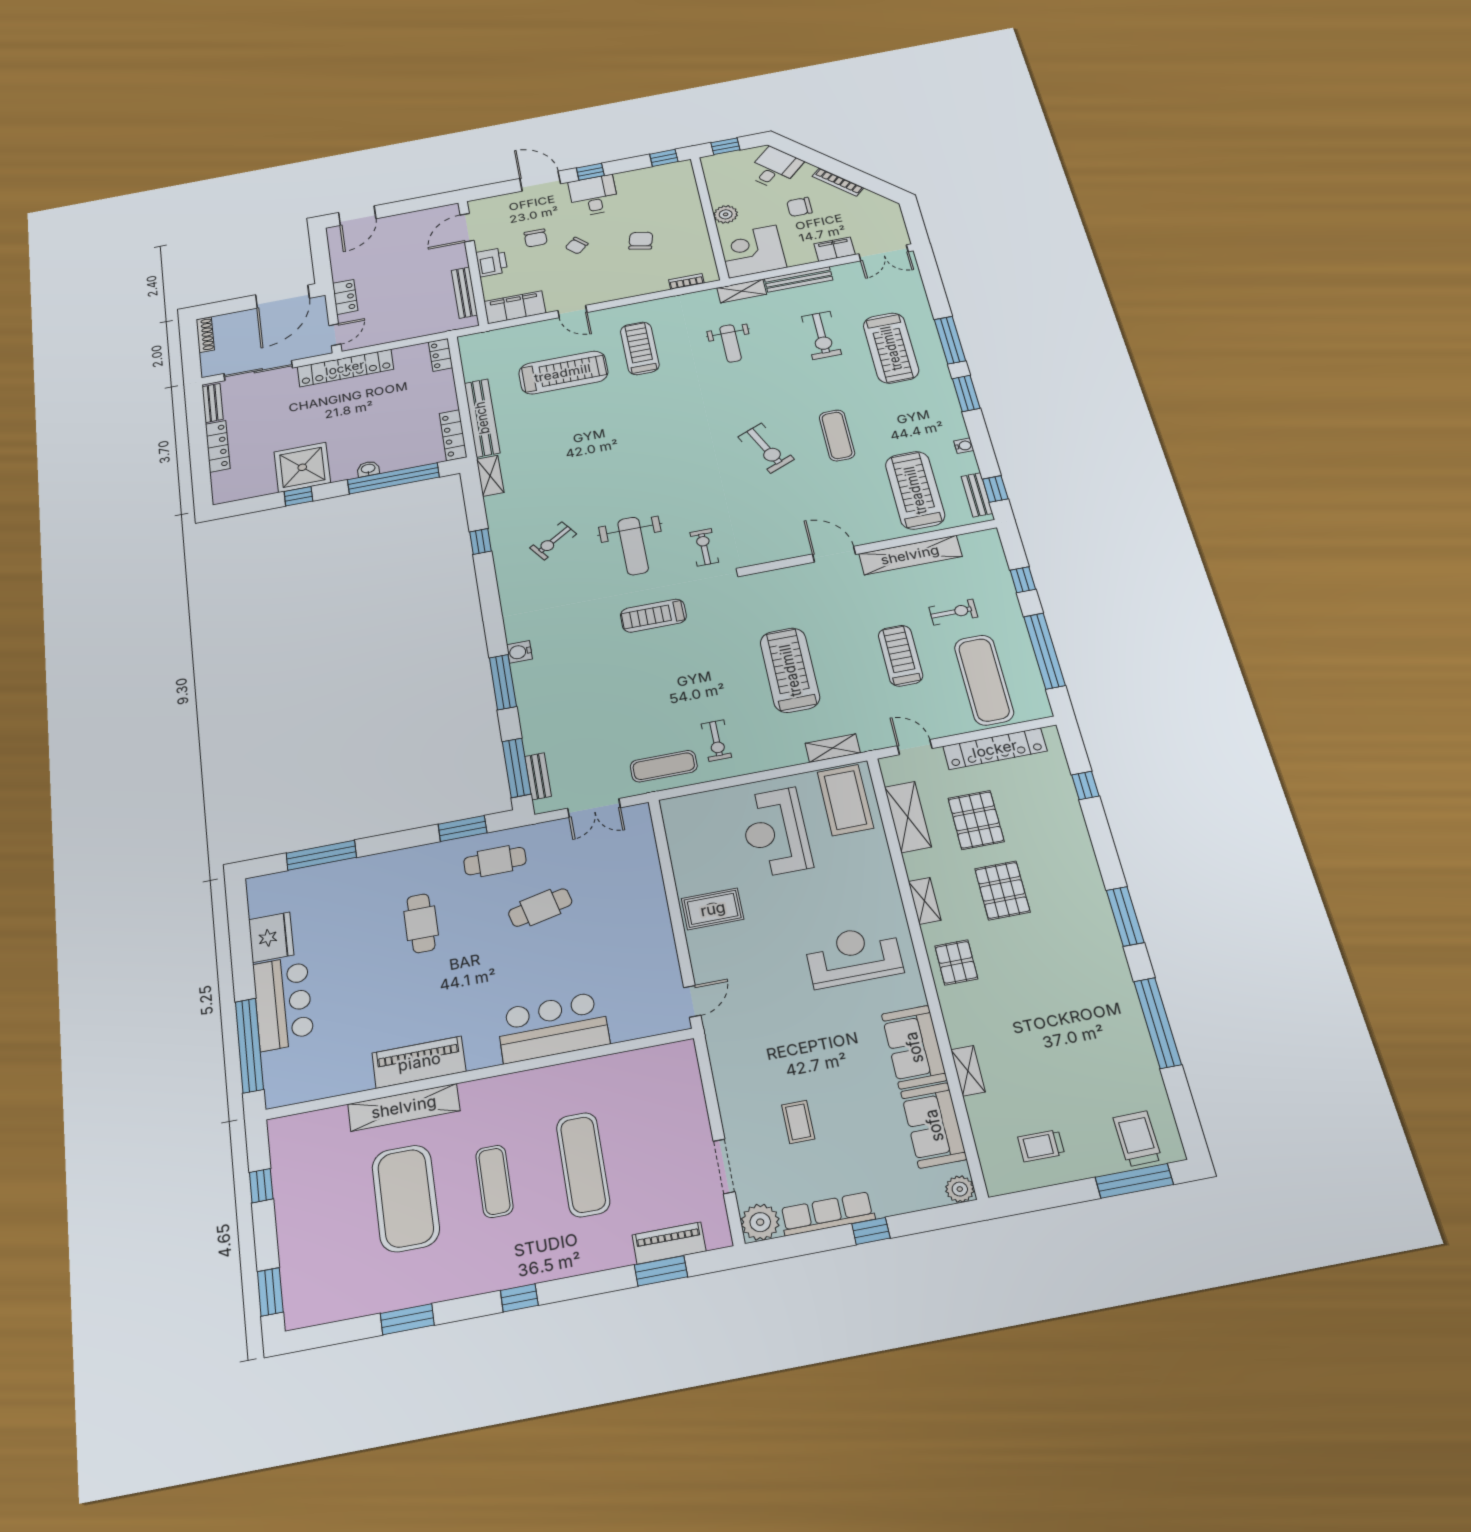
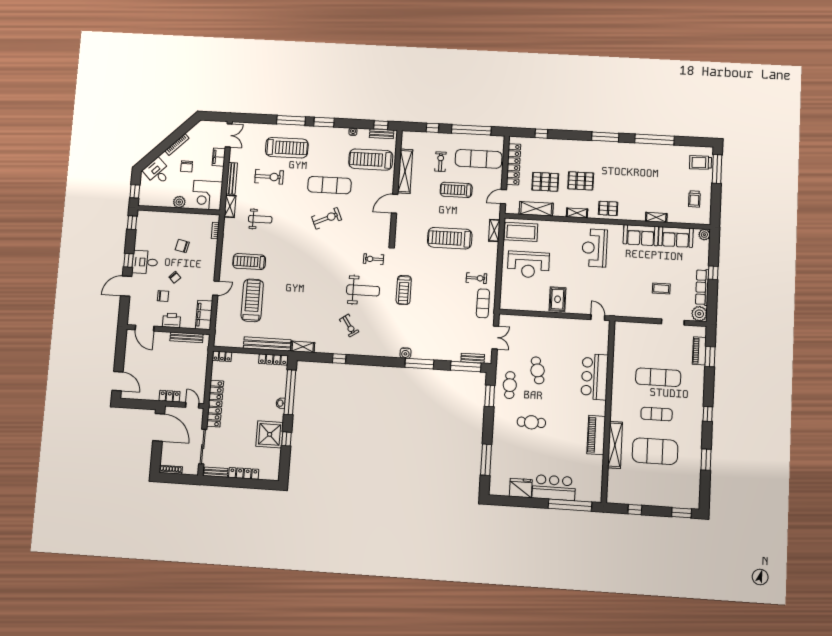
exercise mat: (837, 435) -> (329, 185), width x1.36, depth x1.45

